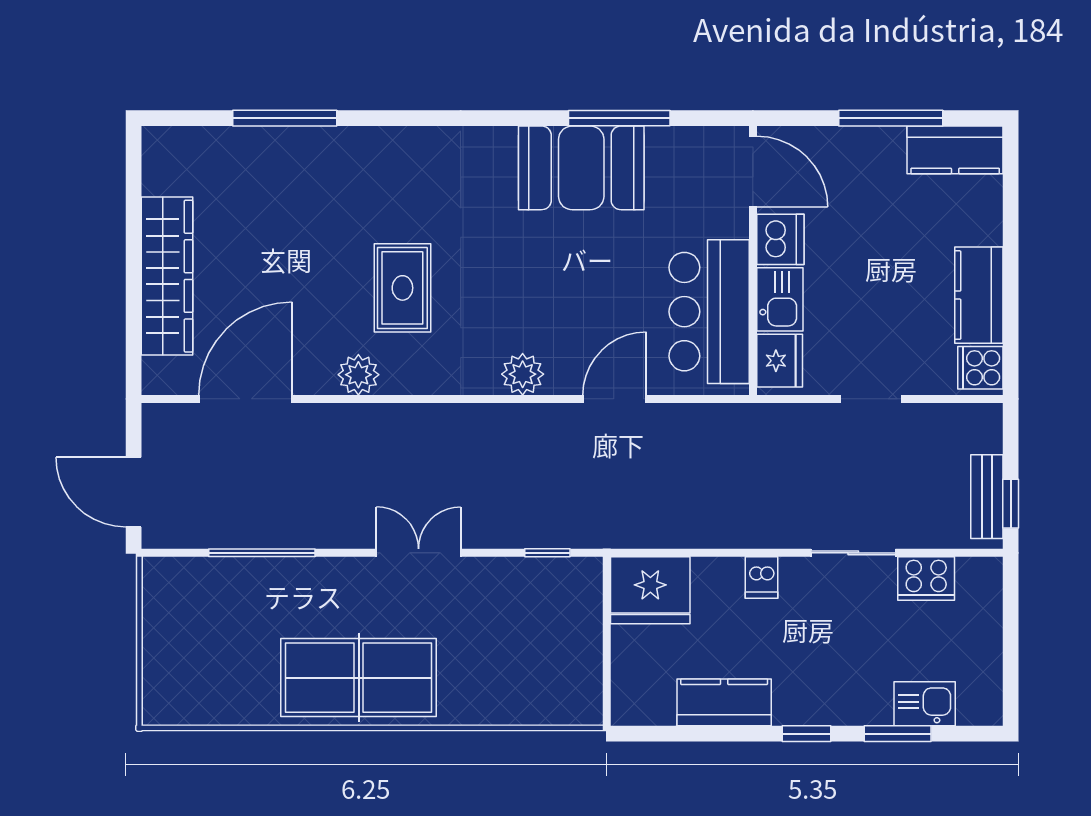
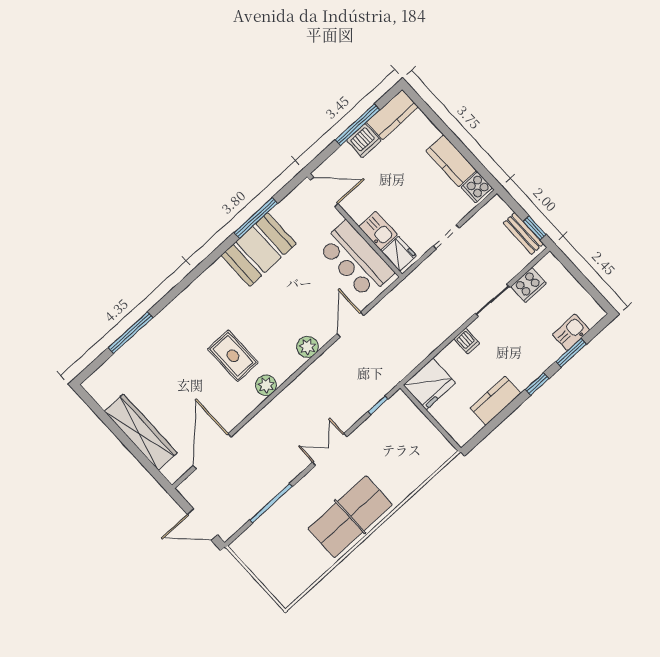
dishwasher: (780, 239) -> (364, 141), moved, turned 90
plant: (358, 375) -> (266, 385), moved

